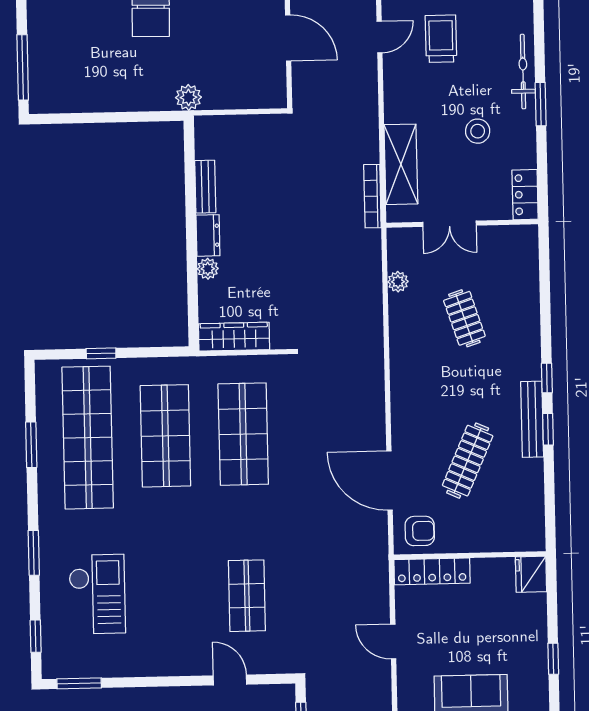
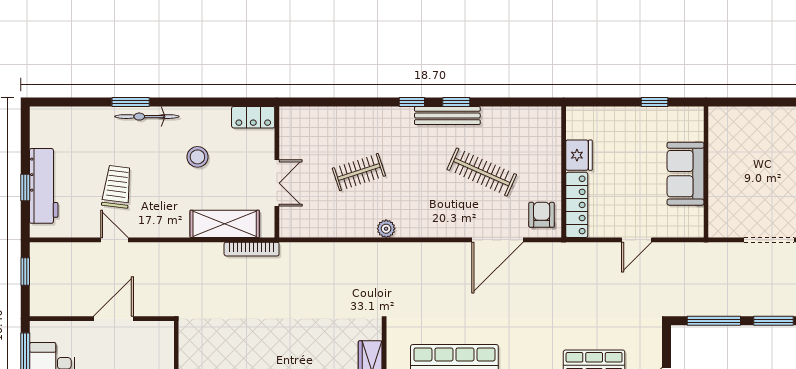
trolley: (441, 39) -> (117, 187), turned 97
window: (541, 104) -> (131, 102), moved
plant: (398, 282) -> (386, 229), moved
fridge: (531, 574) -> (579, 155), moved, turned -90

